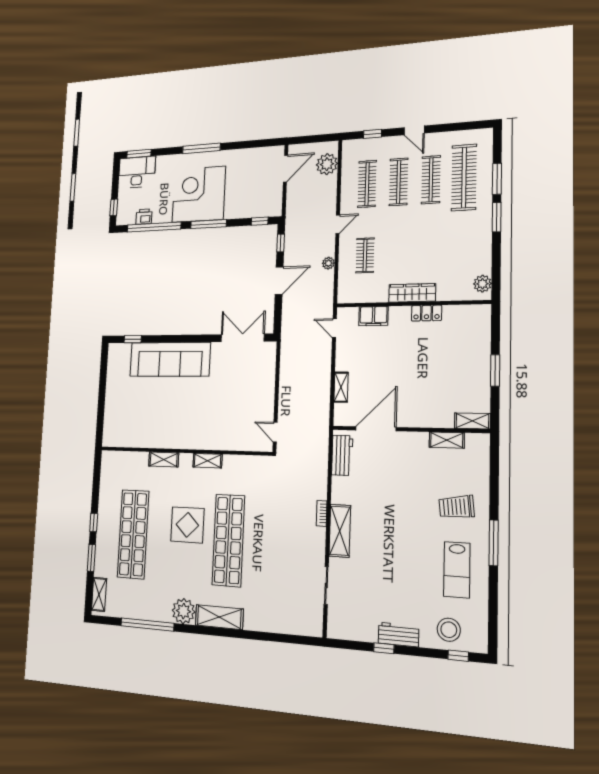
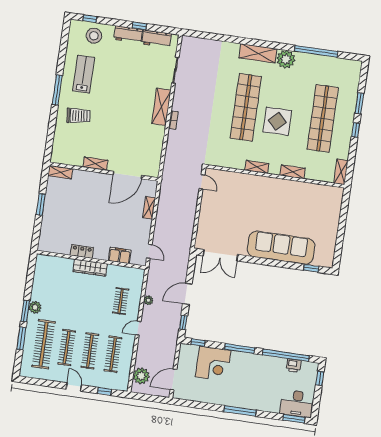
corner desk: (199, 194) -> (213, 364), moved, width x0.74, depth x0.74
plant: (482, 284) -> (35, 307), moved
shelving: (447, 440) -> (95, 164), moved
workbench: (342, 455) -> (157, 39), moved, turned -90
shelving: (99, 594) -> (341, 172), moved

